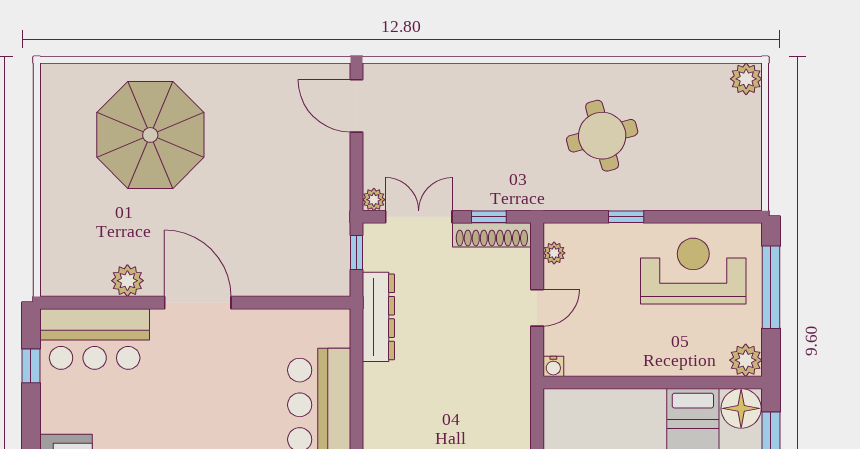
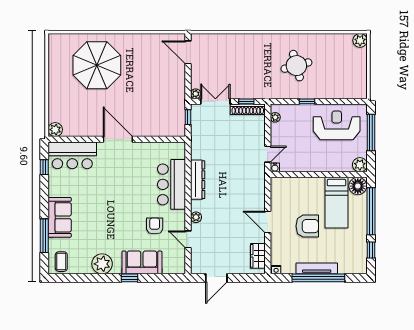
plant: (127, 281) -> (55, 130), moved
door: (537, 308) -> (268, 154), moved
dresser: (378, 317) -> (198, 180), moved

